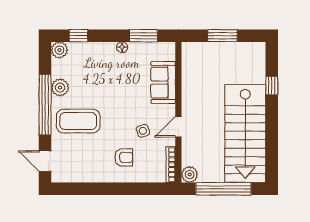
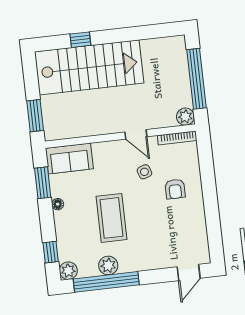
window: (223, 36) -> (35, 116), moved
sofa: (163, 82) -> (69, 158), moved
window: (45, 105) -> (106, 282), moved
coffee table: (78, 121) -> (111, 218), moved
stairs: (245, 133) -> (89, 67), moved
armchair: (124, 157) -> (175, 189), turned 180

